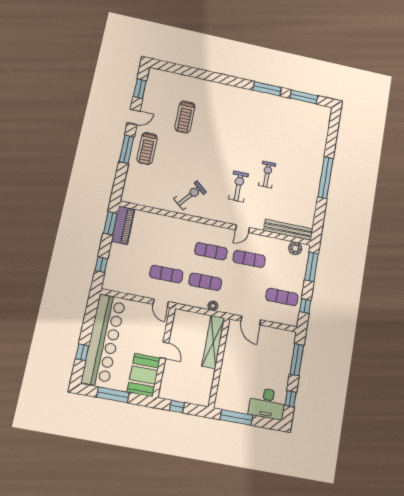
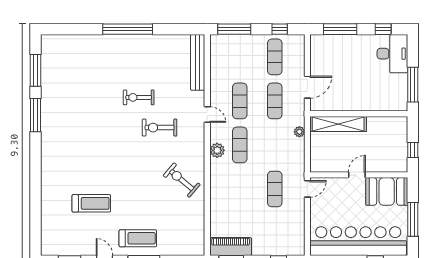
plant: (295, 248) -> (217, 150), moved
exercise mat: (205, 282) -> (275, 101), moved

